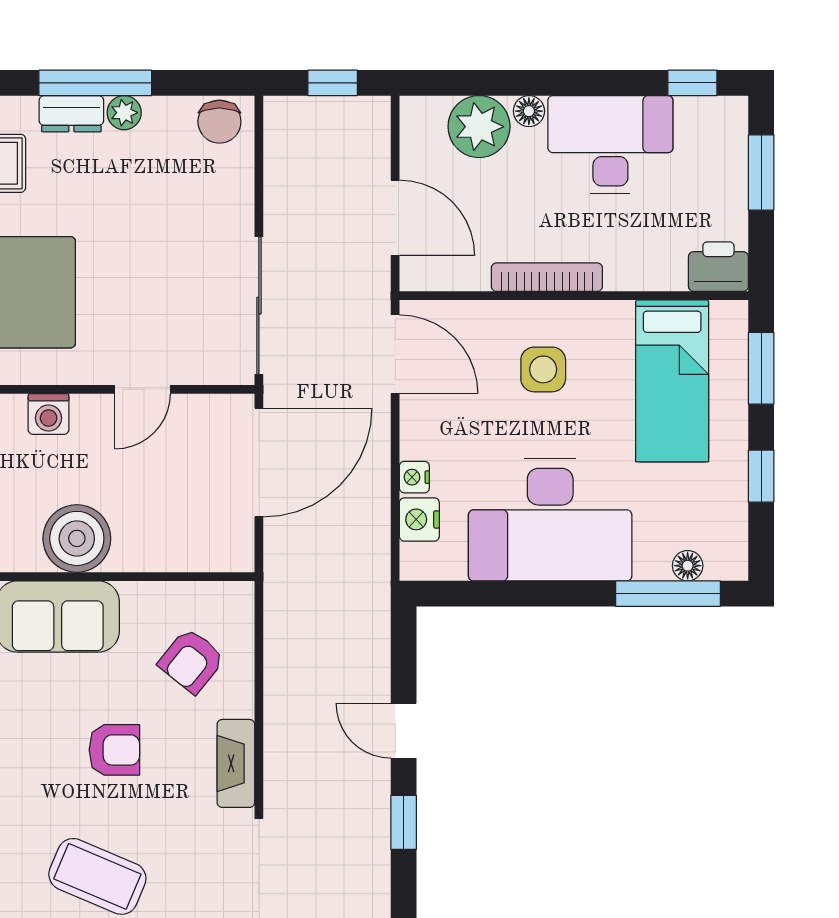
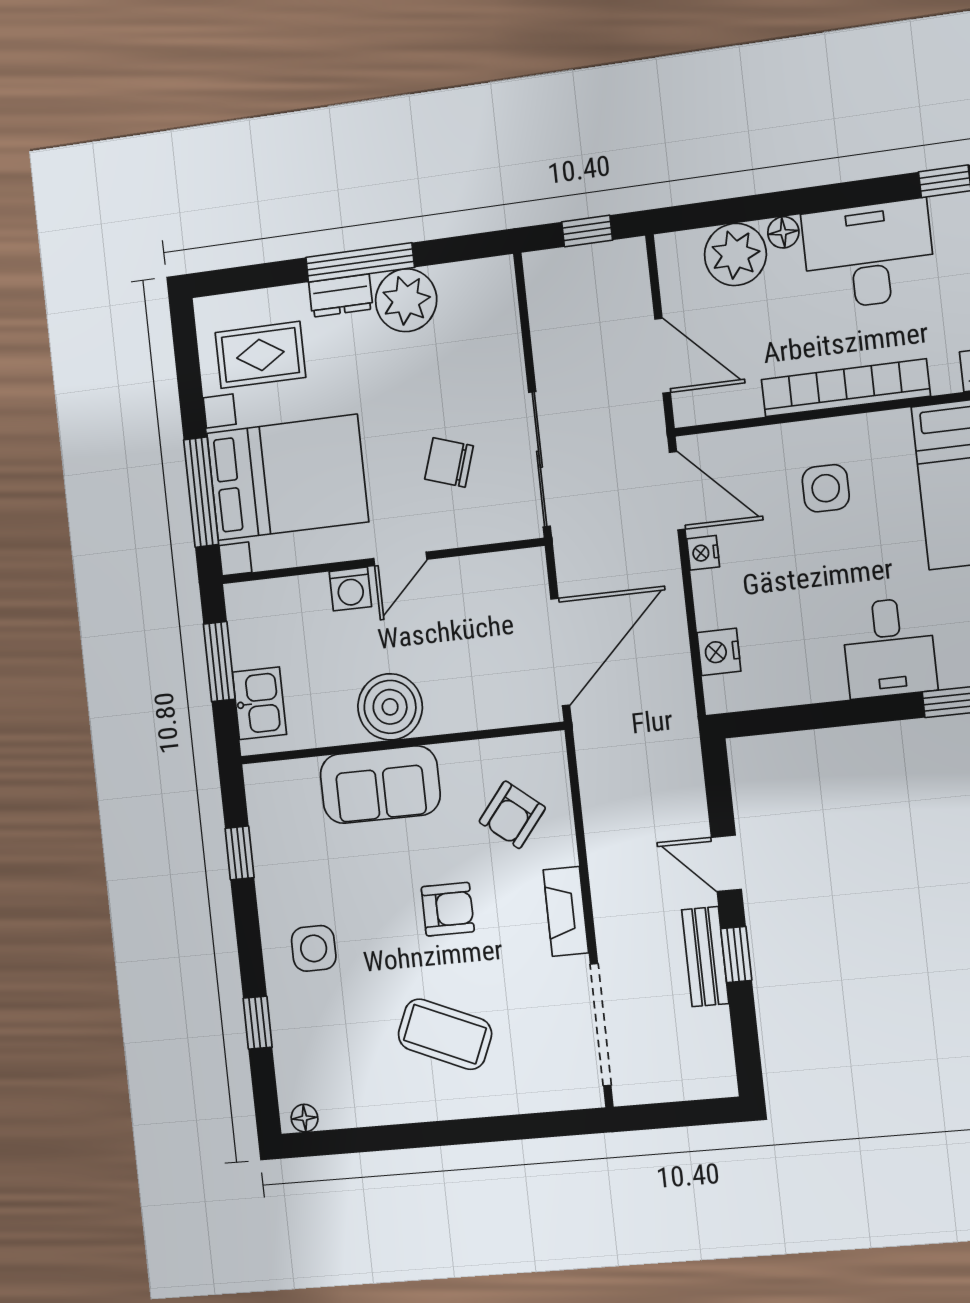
plant: (124, 113) -> (406, 300), width x1.88, depth x1.88
chair: (219, 122) -> (449, 462), moved, turned 108
bookcase: (547, 277) -> (846, 388), width x1.48, depth x1.31
door: (143, 389) -> (400, 559), moved
door: (259, 463) -> (560, 652), moved
nightstand: (414, 477) -> (703, 553), moved
desk: (550, 520) -> (889, 648), width x0.53, depth x0.77
bench: (372, 822) -> (705, 957), added

